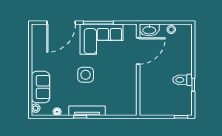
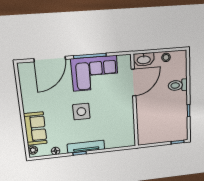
toilet: (182, 80) -> (178, 85), moved

